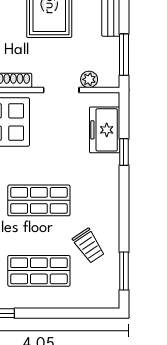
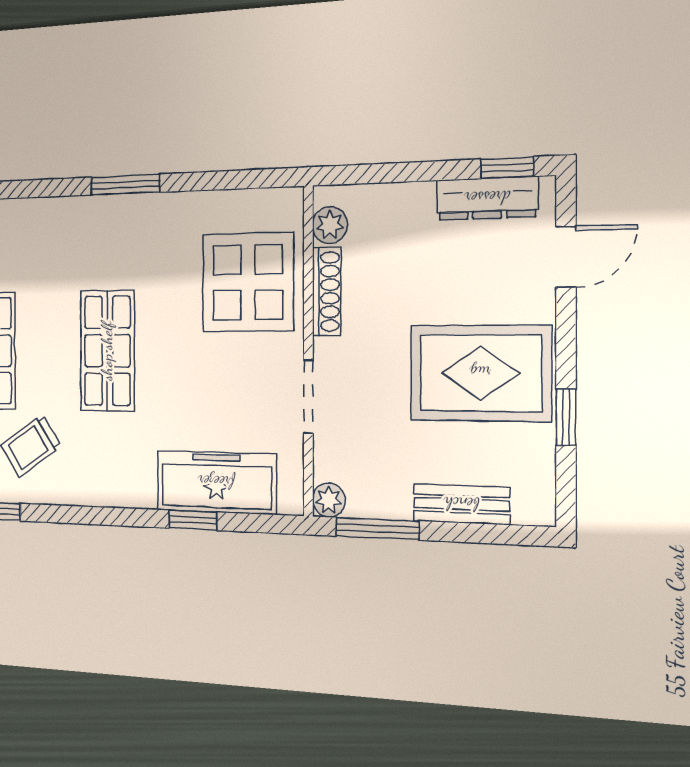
plant: (89, 79) -> (329, 500), moved
freezer: (105, 130) -> (216, 482), width x1.40

